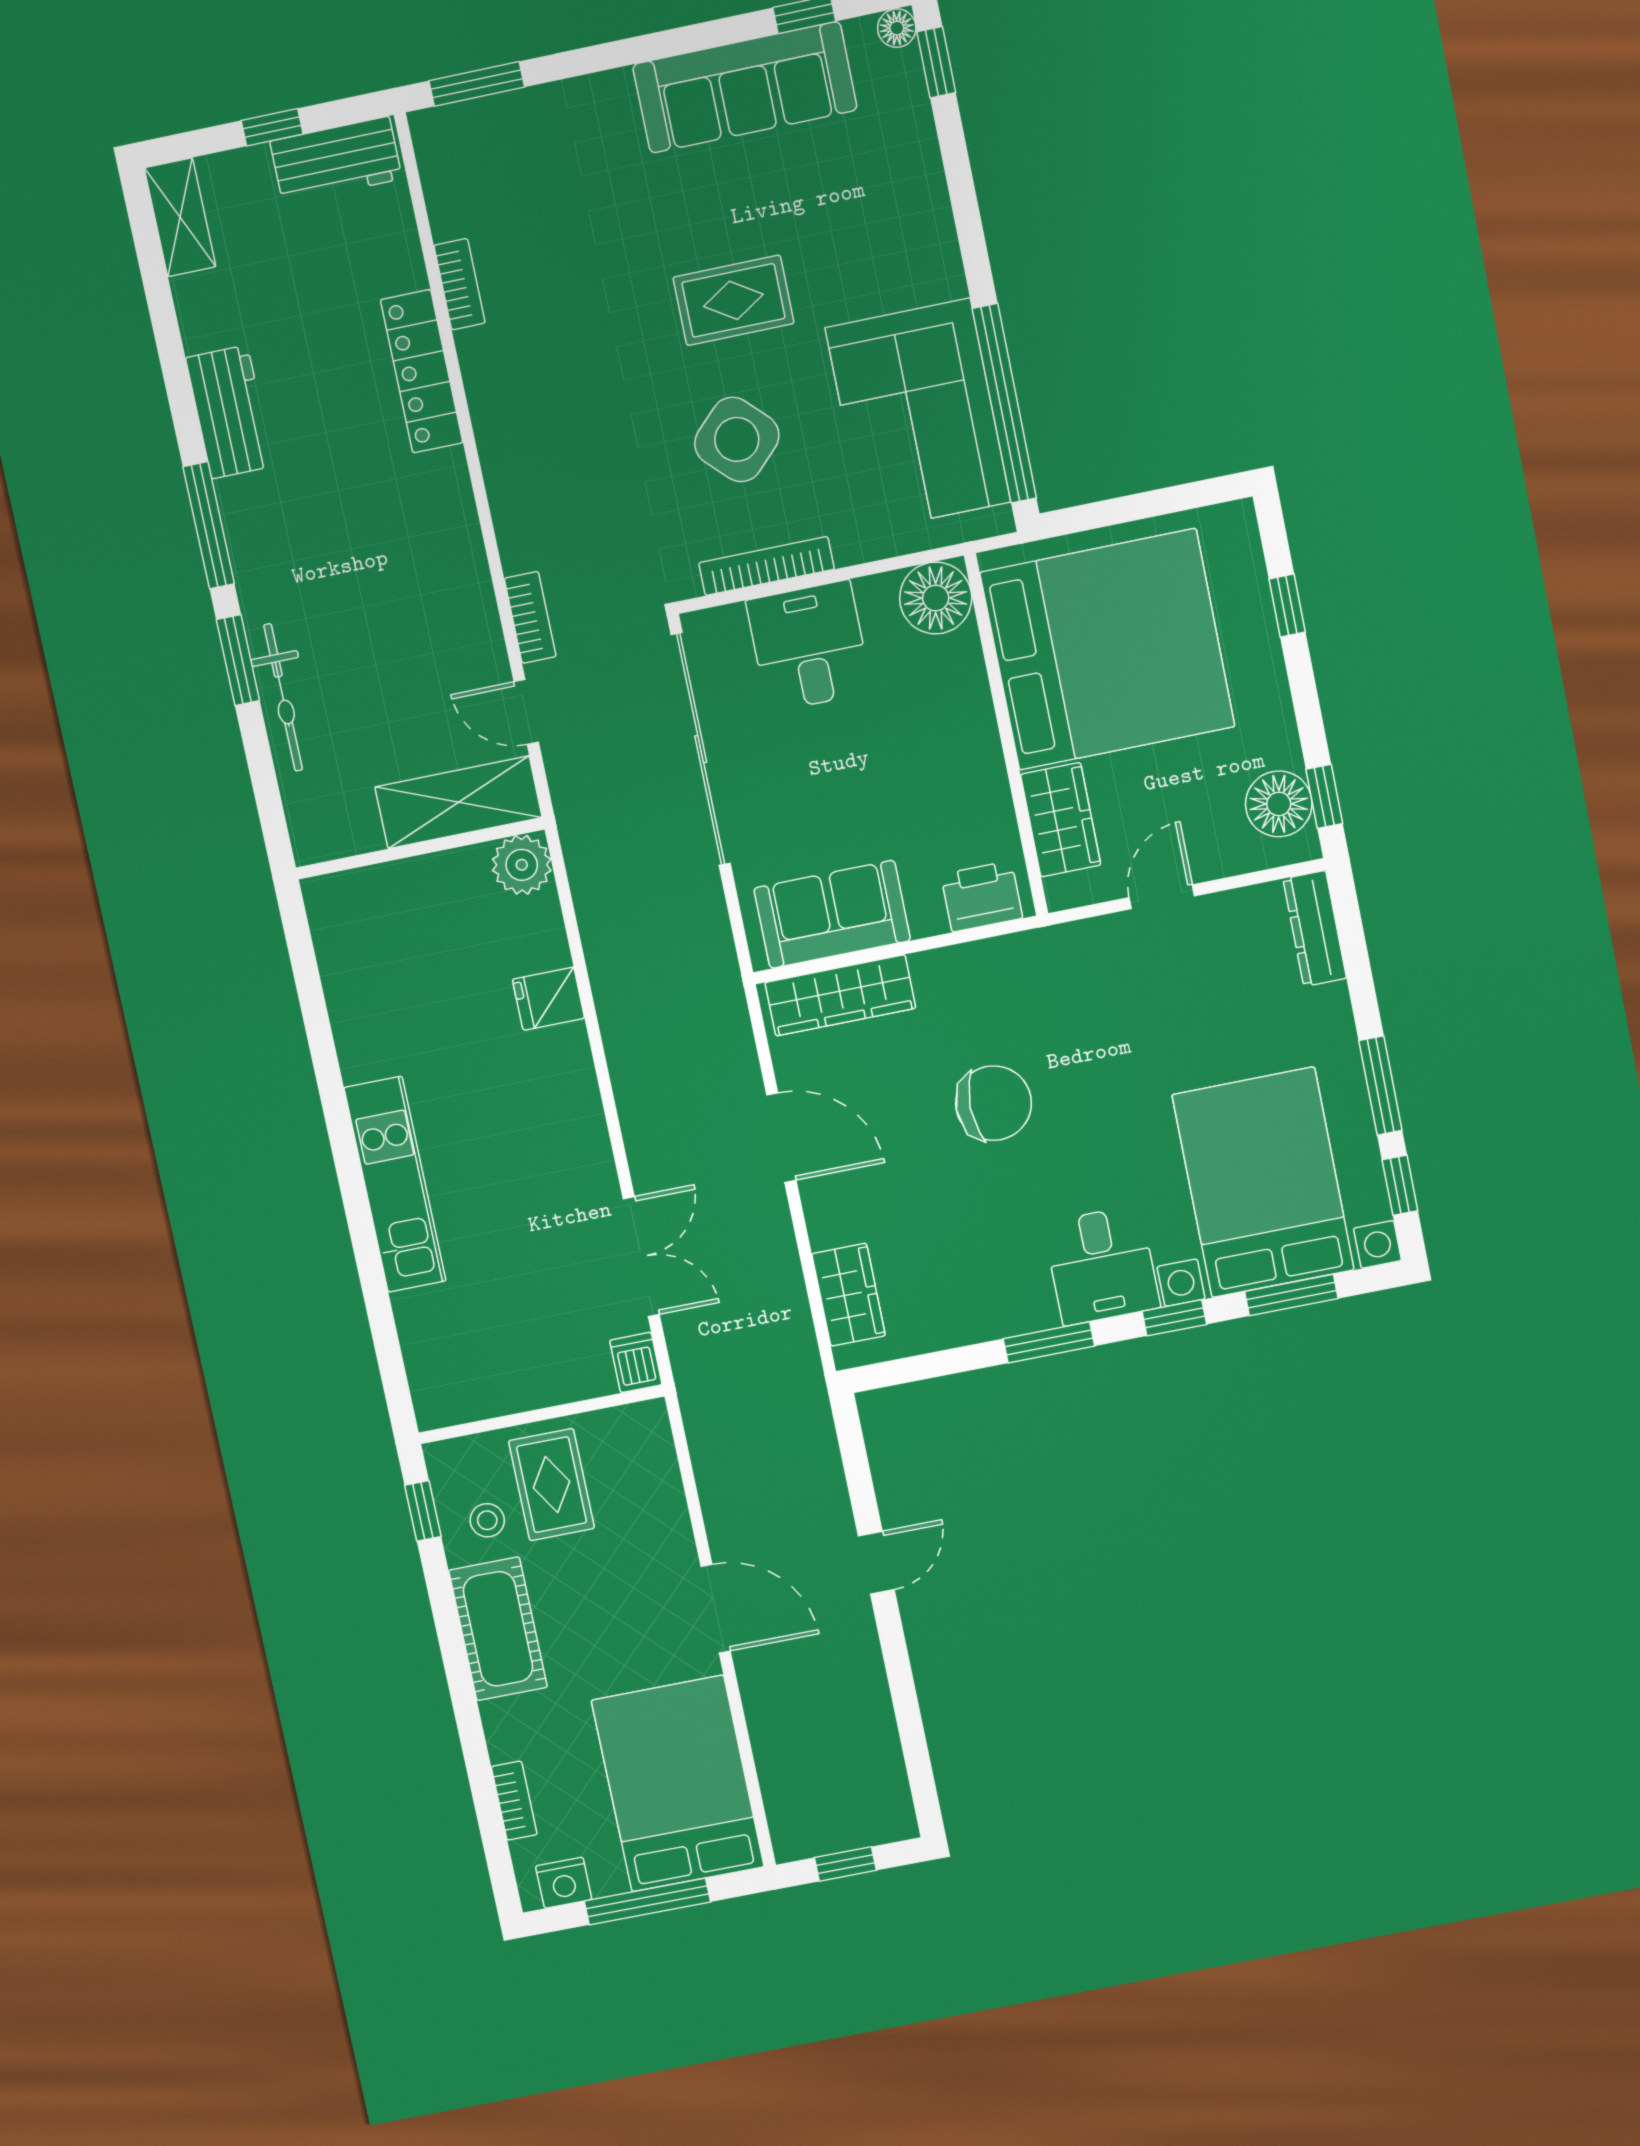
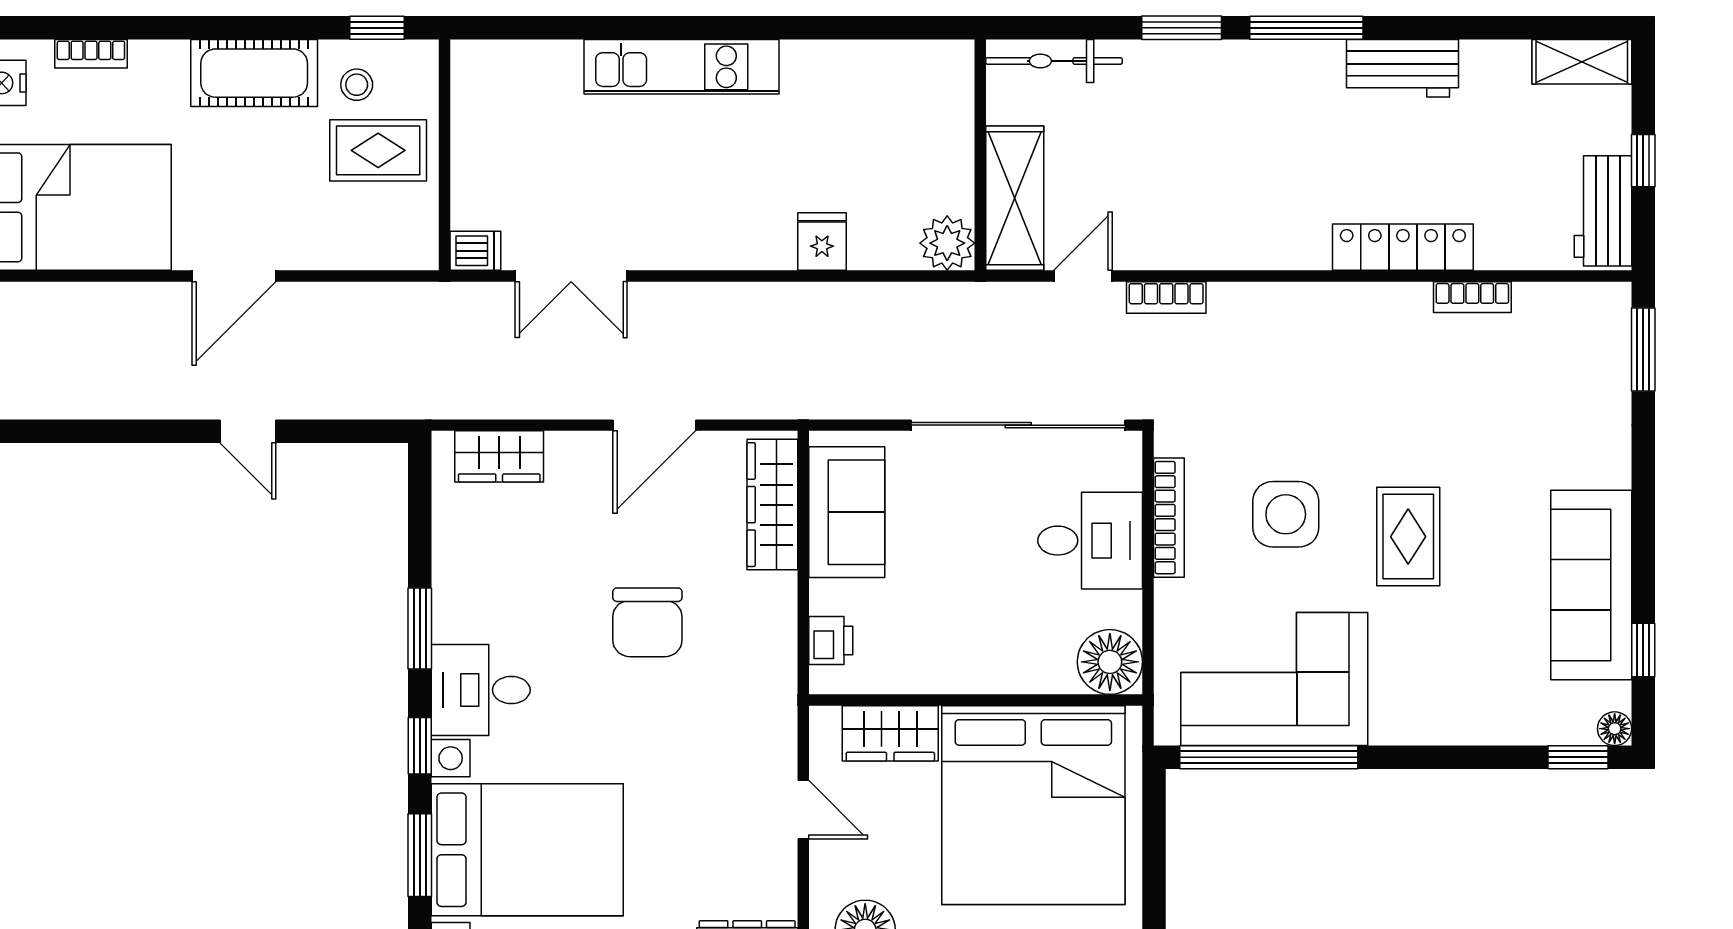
side table: (737, 439) -> (1286, 514), turned 45
bicycle: (283, 697) -> (1054, 61), moved
printer: (982, 896) -> (831, 640), width x0.73, depth x0.81

